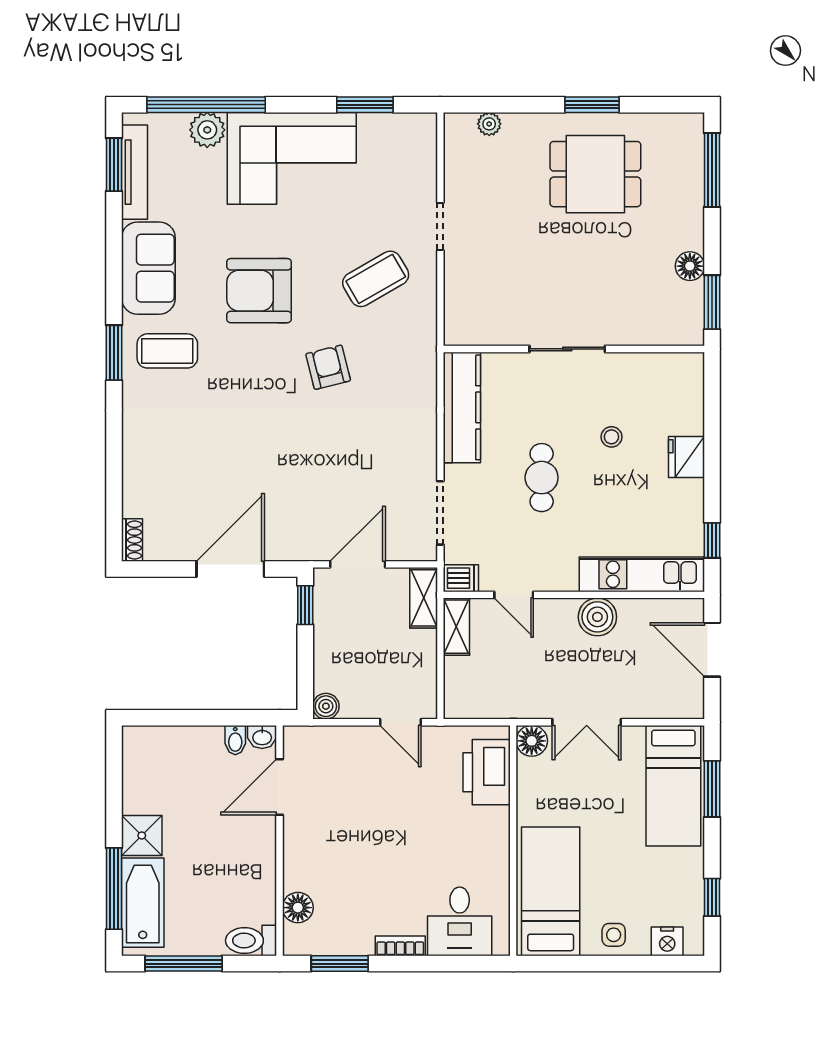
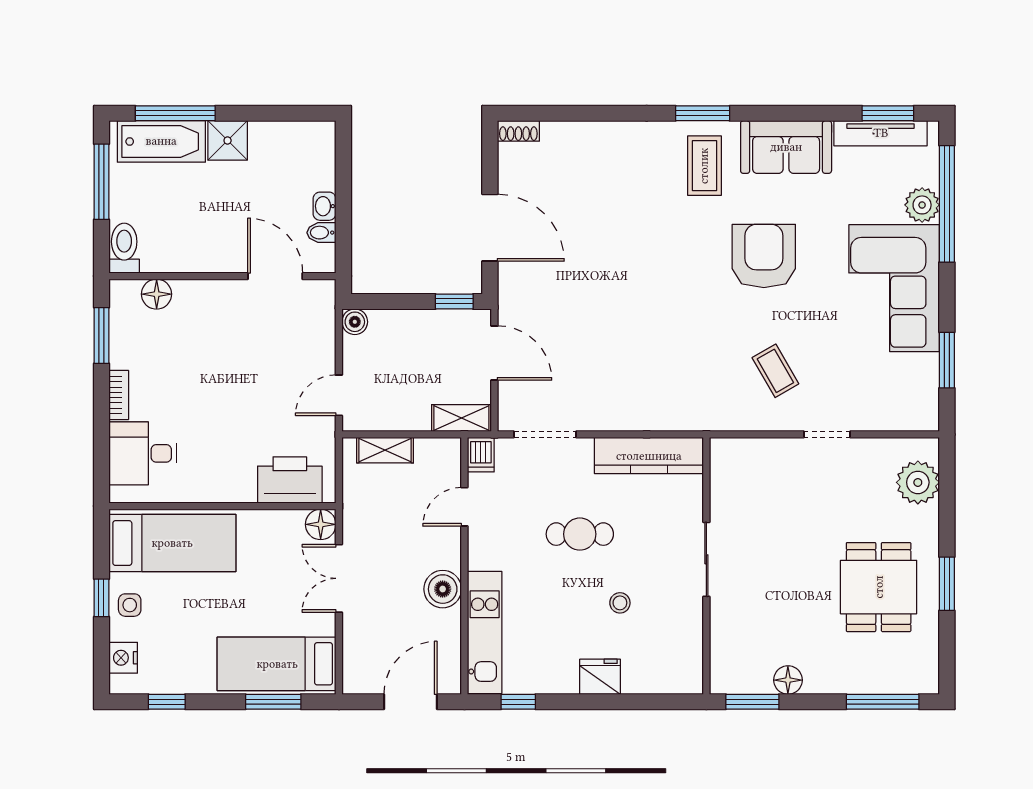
plant: (489, 124) -> (918, 482), width x1.87, depth x1.87
coffee table: (376, 279) -> (775, 371), width x0.73, depth x0.77
armchair: (328, 367) -> (688, 324), removed
shelving: (456, 627) -> (385, 450), moved
washbasin: (262, 737) -> (325, 206), moved
window: (606, 964) -> (101, 598), added

